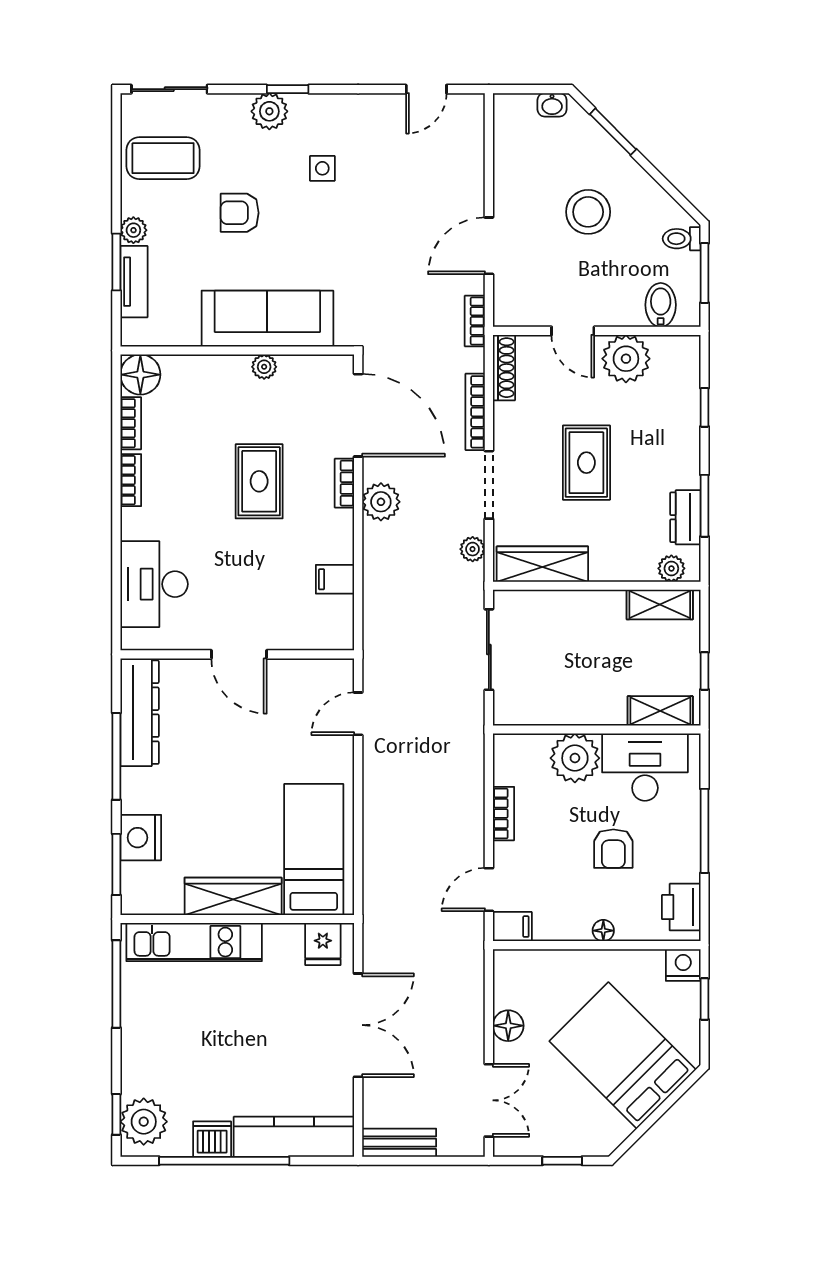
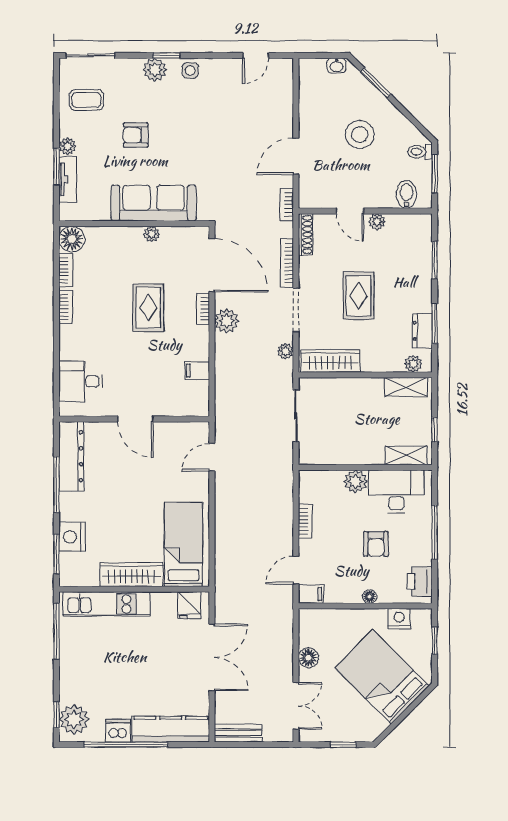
coffee table: (163, 158) -> (86, 100), width x0.73, depth x0.77
side table: (322, 168) -> (190, 70), moved
plant: (626, 359) -> (377, 222), width x0.53, depth x0.53
window: (704, 407) -> (435, 260), width x1.50
desk: (154, 584) -> (81, 381), width x0.73
plant: (575, 758) -> (355, 481), width x0.73, depth x0.73
nightstand: (683, 965) -> (399, 619), moved

